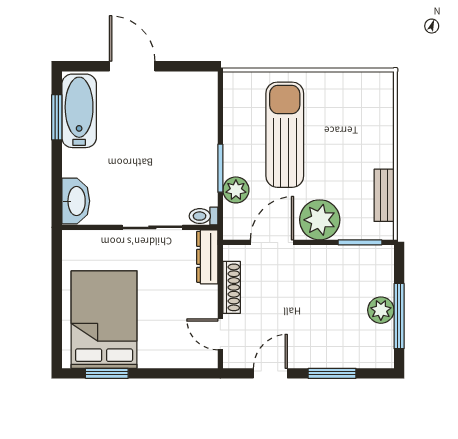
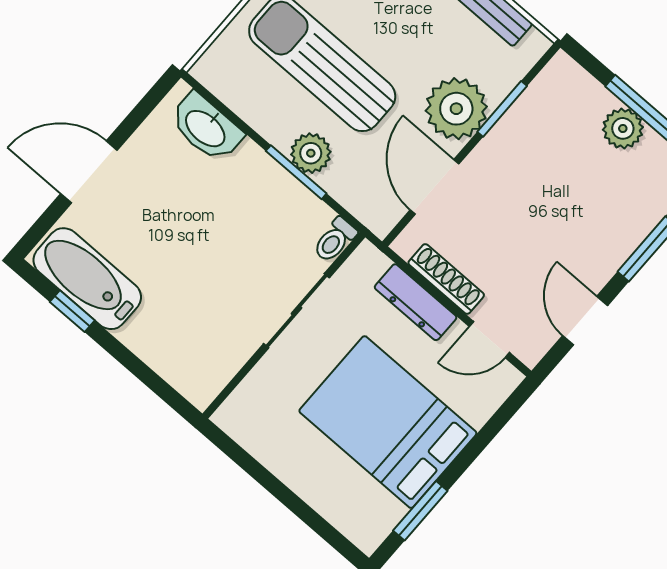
window: (57, 117) -> (72, 311), width x0.67
plant: (236, 190) -> (311, 153), moved
washbasin: (76, 201) -> (206, 128), moved, turned 180
window: (360, 242) -> (502, 109), moved
dresser: (207, 257) -> (416, 302), moved
bed: (104, 320) -> (388, 422), moved

